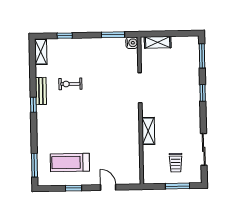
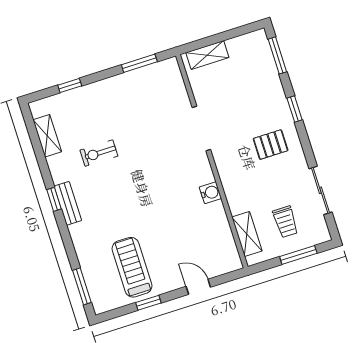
water cooler: (132, 43) -> (210, 193), moved
shelving: (41, 52) -> (47, 136), moved
bench: (41, 91) -> (68, 203), moved
pallet: (181, 111) -> (271, 145), added
shelving: (148, 131) -> (247, 234), moved
treadmill: (70, 162) -> (132, 267), turned 90

